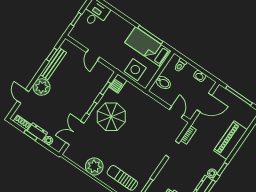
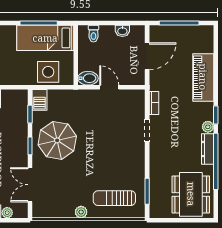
bidet: (163, 83) -> (88, 78), moved
door: (176, 112) -> (109, 87), moved
plant: (94, 166) -> (81, 212), width x0.53, depth x0.53

